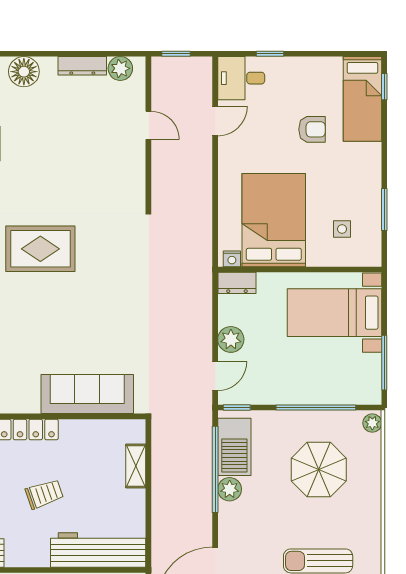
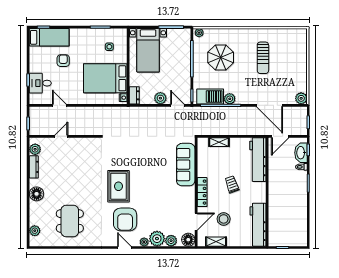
desk: (241, 78) -> (40, 83), moved, turned 90

